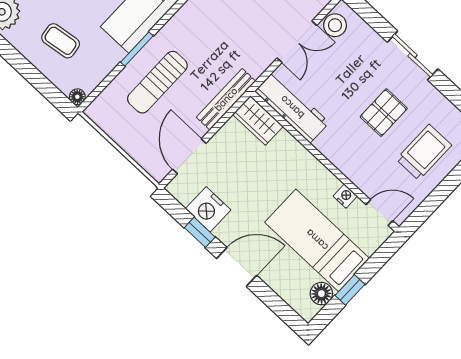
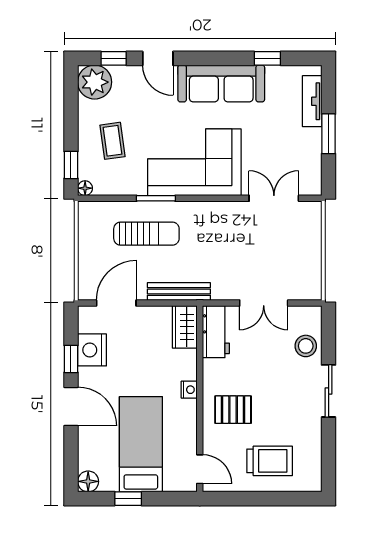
stool: (335, 25) -> (306, 346), moved
sun lounger: (157, 82) -> (146, 234), turned 180
window: (49, 91) -> (71, 165), added
workbench: (292, 107) -> (216, 332), width x0.73
pallet: (384, 113) -> (233, 410), moved
nightstand: (345, 196) -> (189, 390), moved
floor lamp: (321, 294) -> (88, 481), moved

